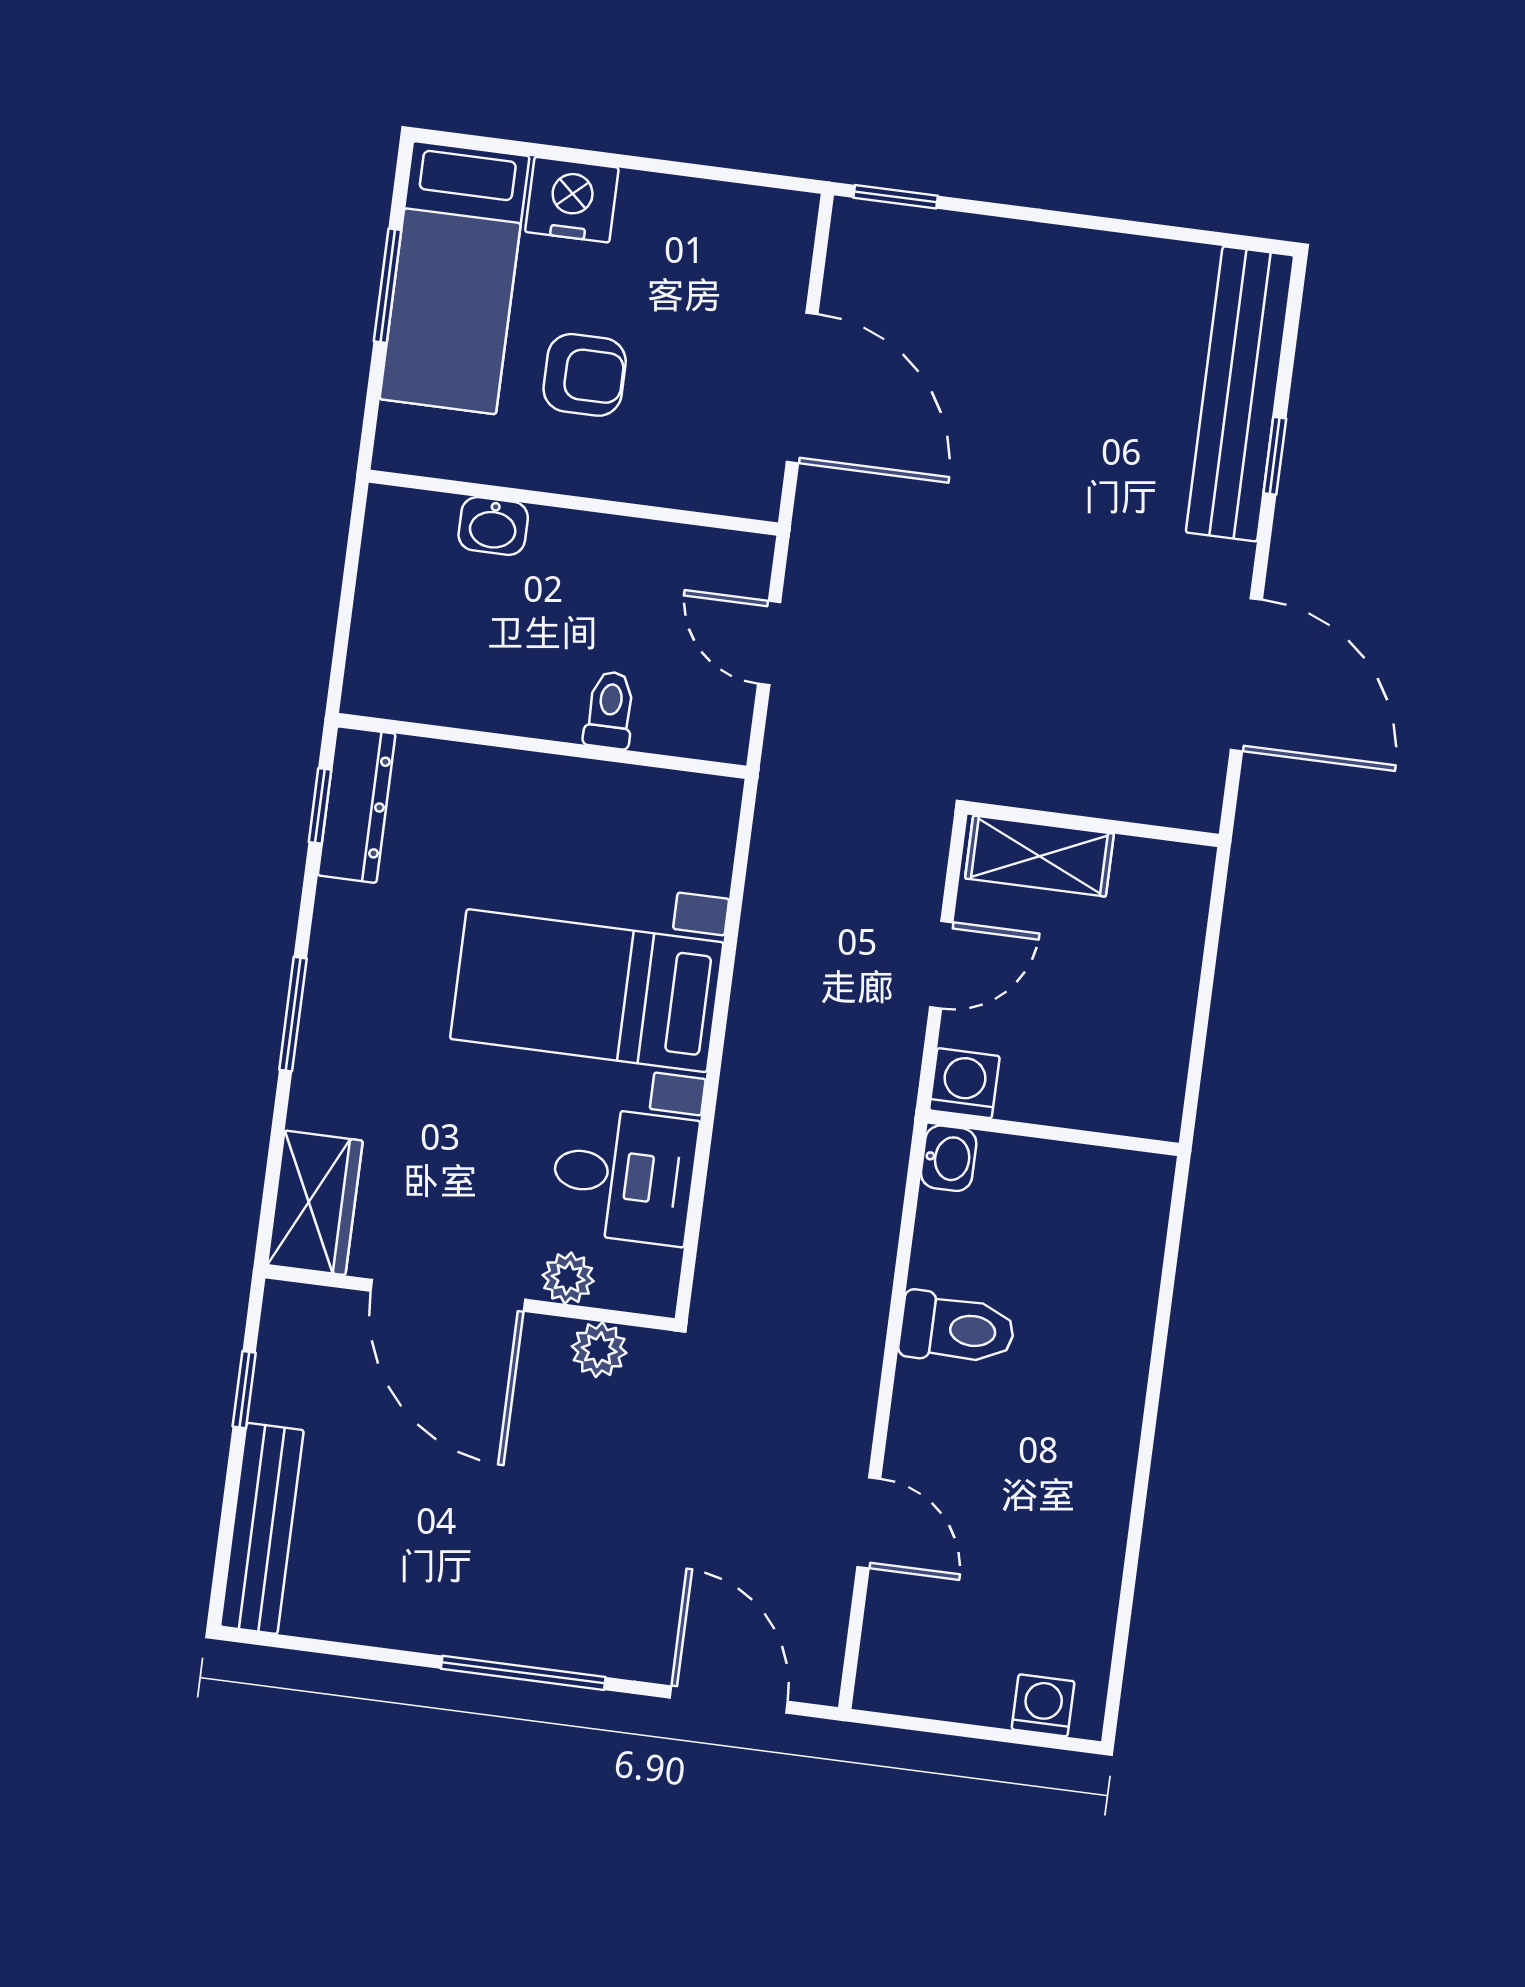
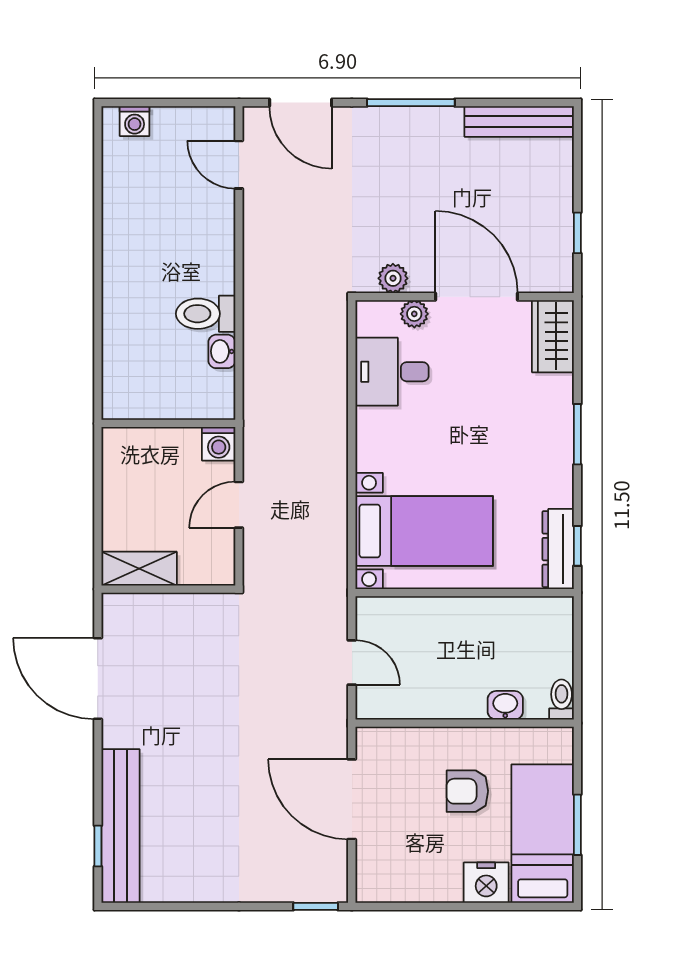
window: (1275, 456) -> (98, 846), moved
toilet: (610, 710) -> (562, 699), moved, turned 180
shelving: (1039, 856) -> (139, 569), moved
bed with nightstands: (587, 991) -> (424, 531), moved
washbasin: (949, 1158) -> (222, 351), moved
door: (869, 1523) -> (239, 165), moved
bench: (262, 1528) -> (519, 122), moved, turned 90

